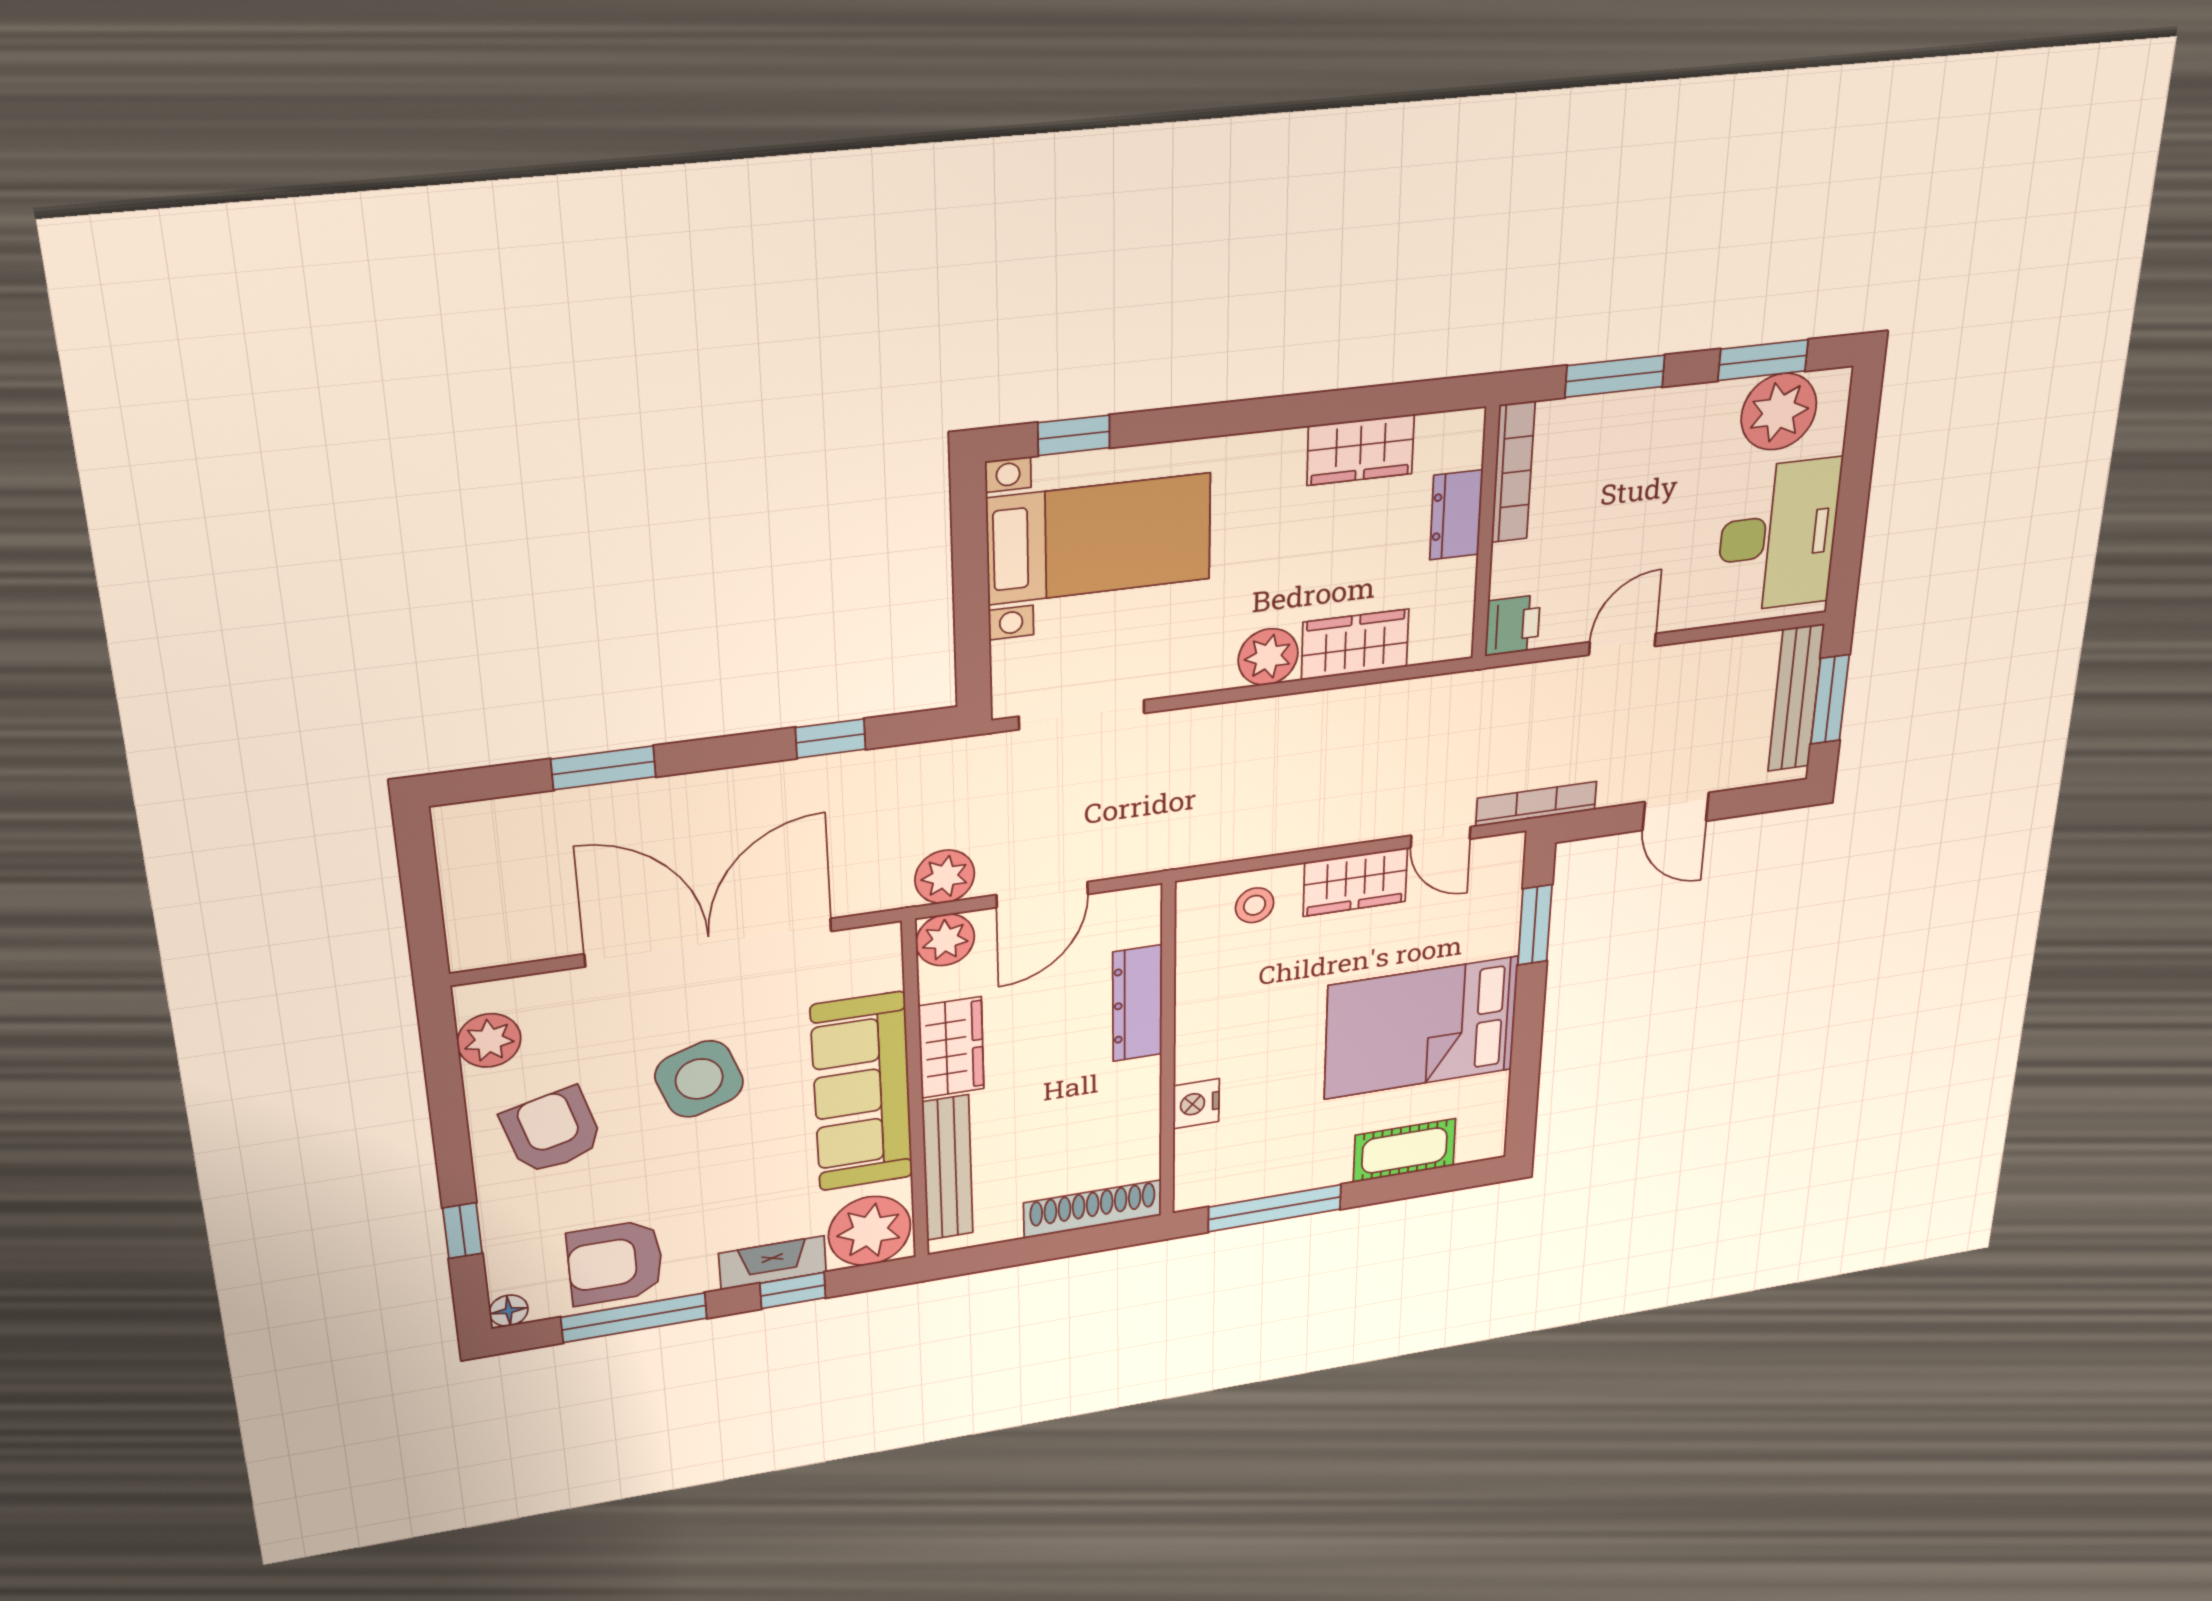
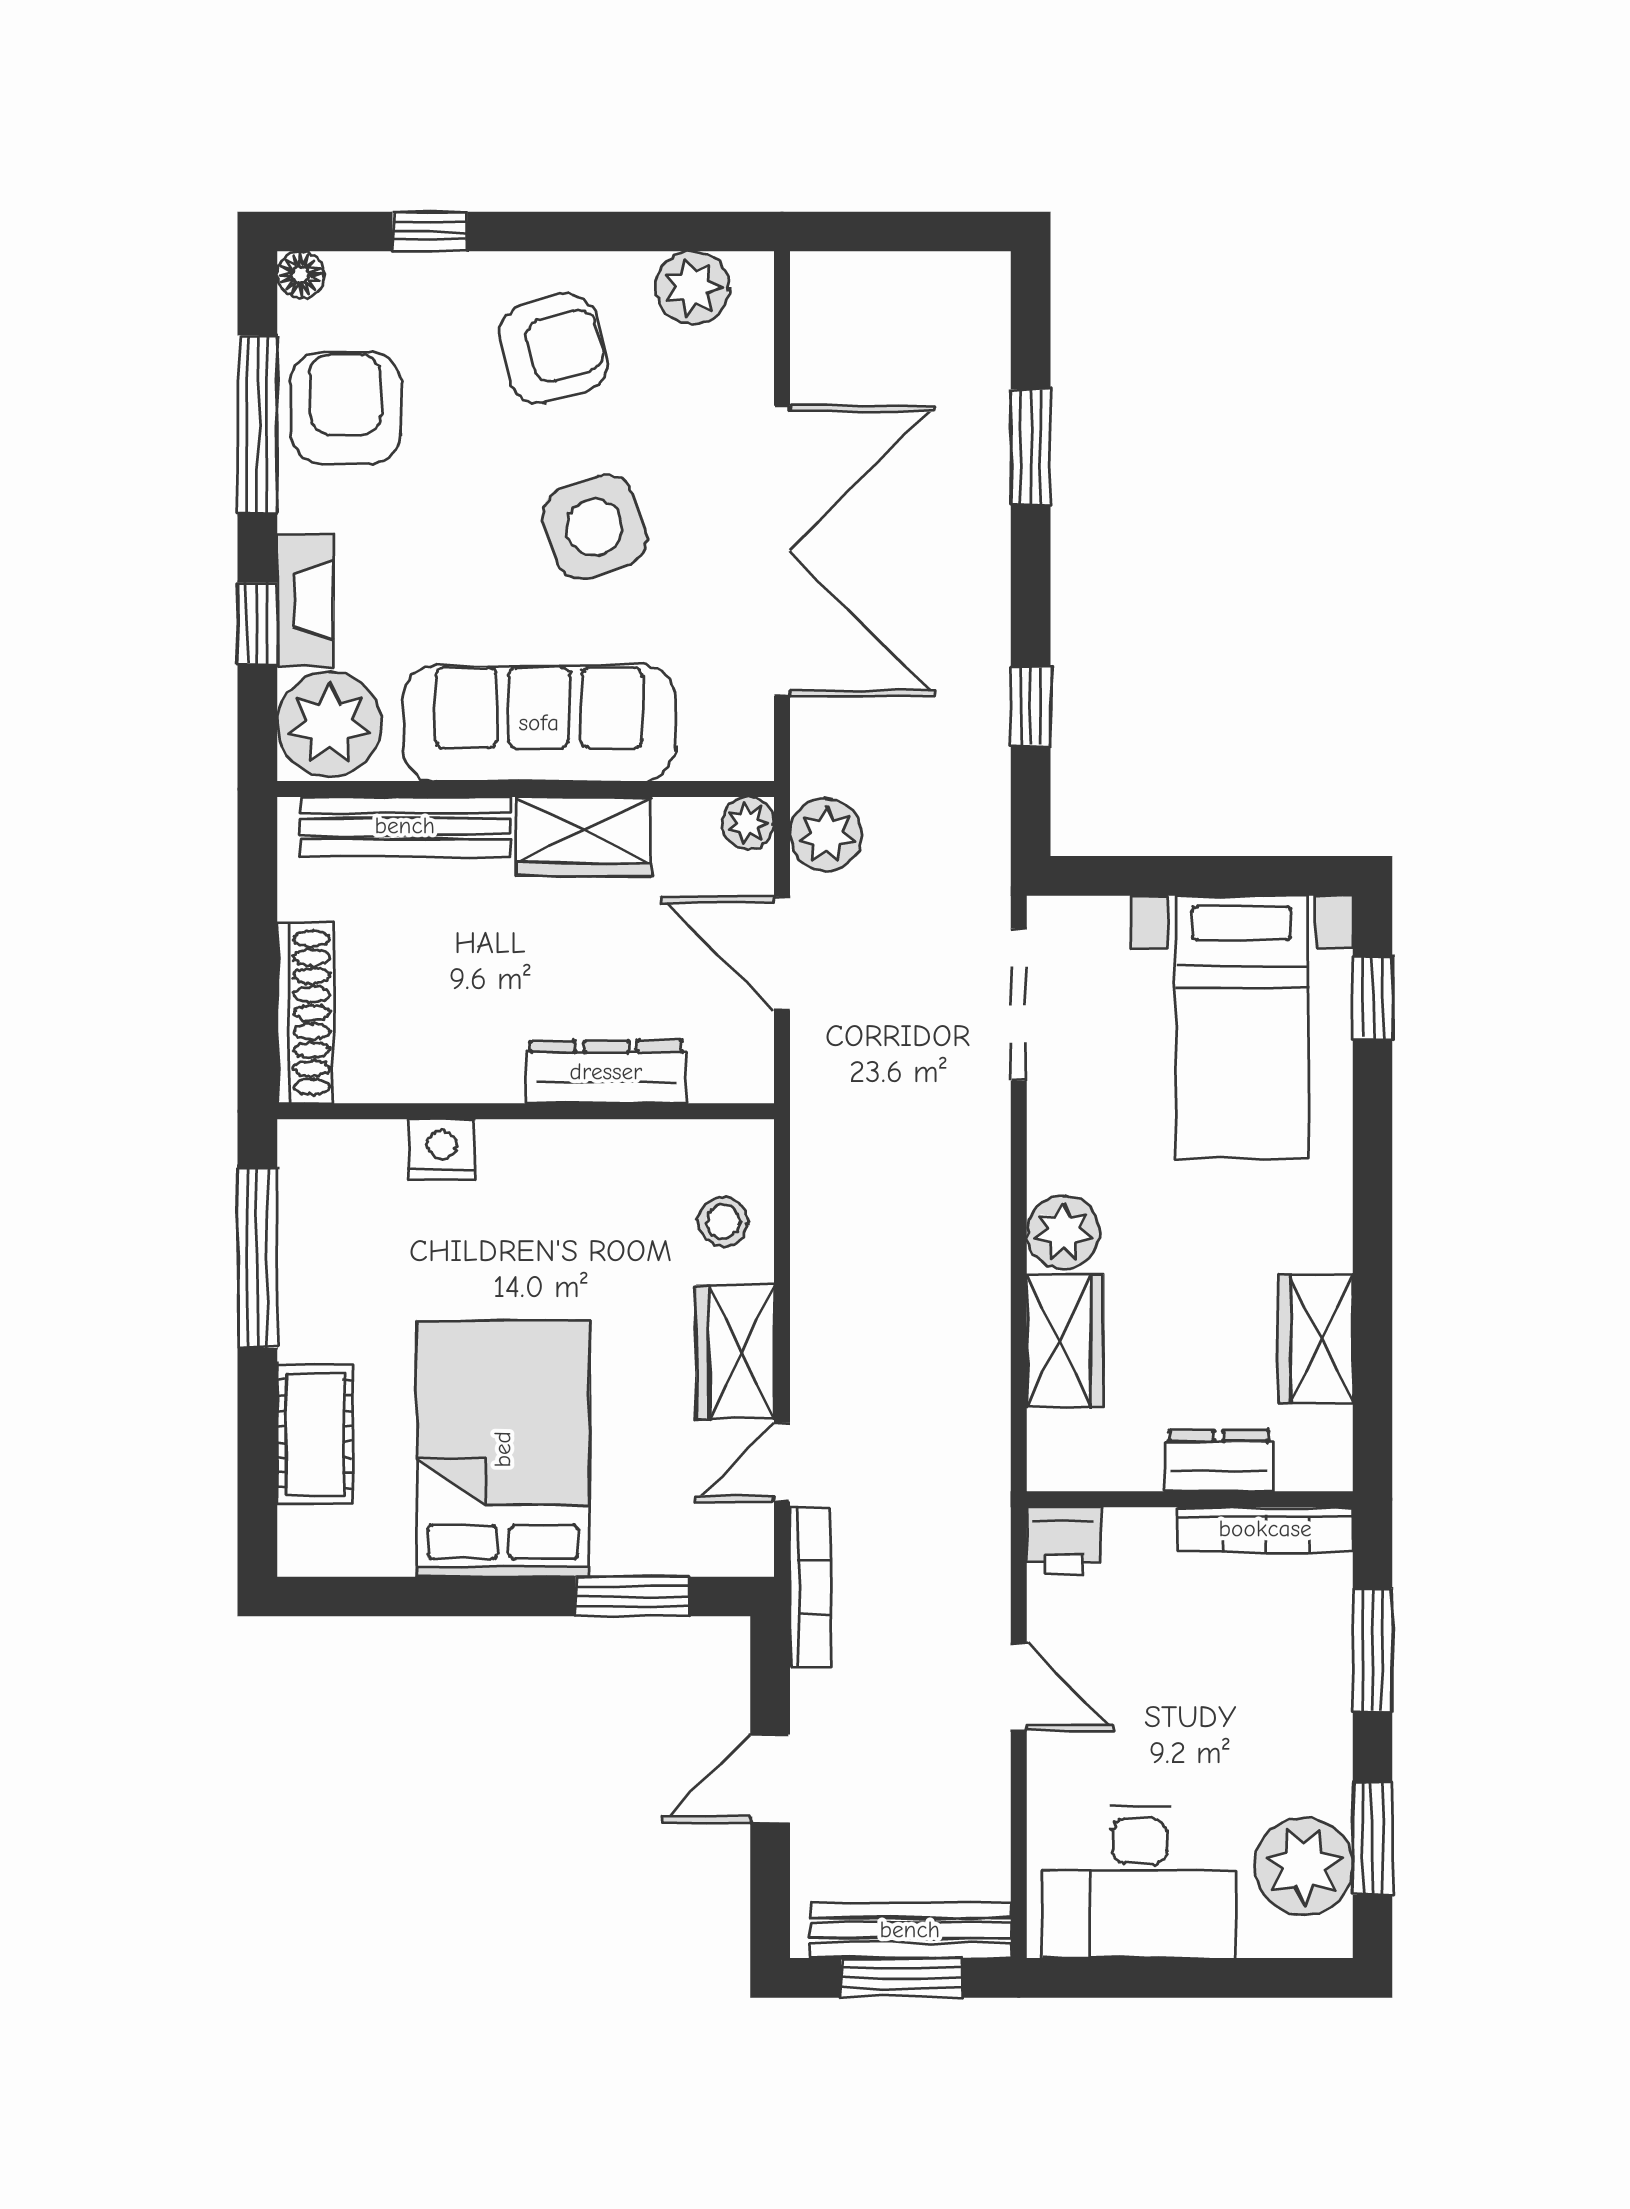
plant: (945, 940) -> (748, 823), width x0.73, depth x0.73

